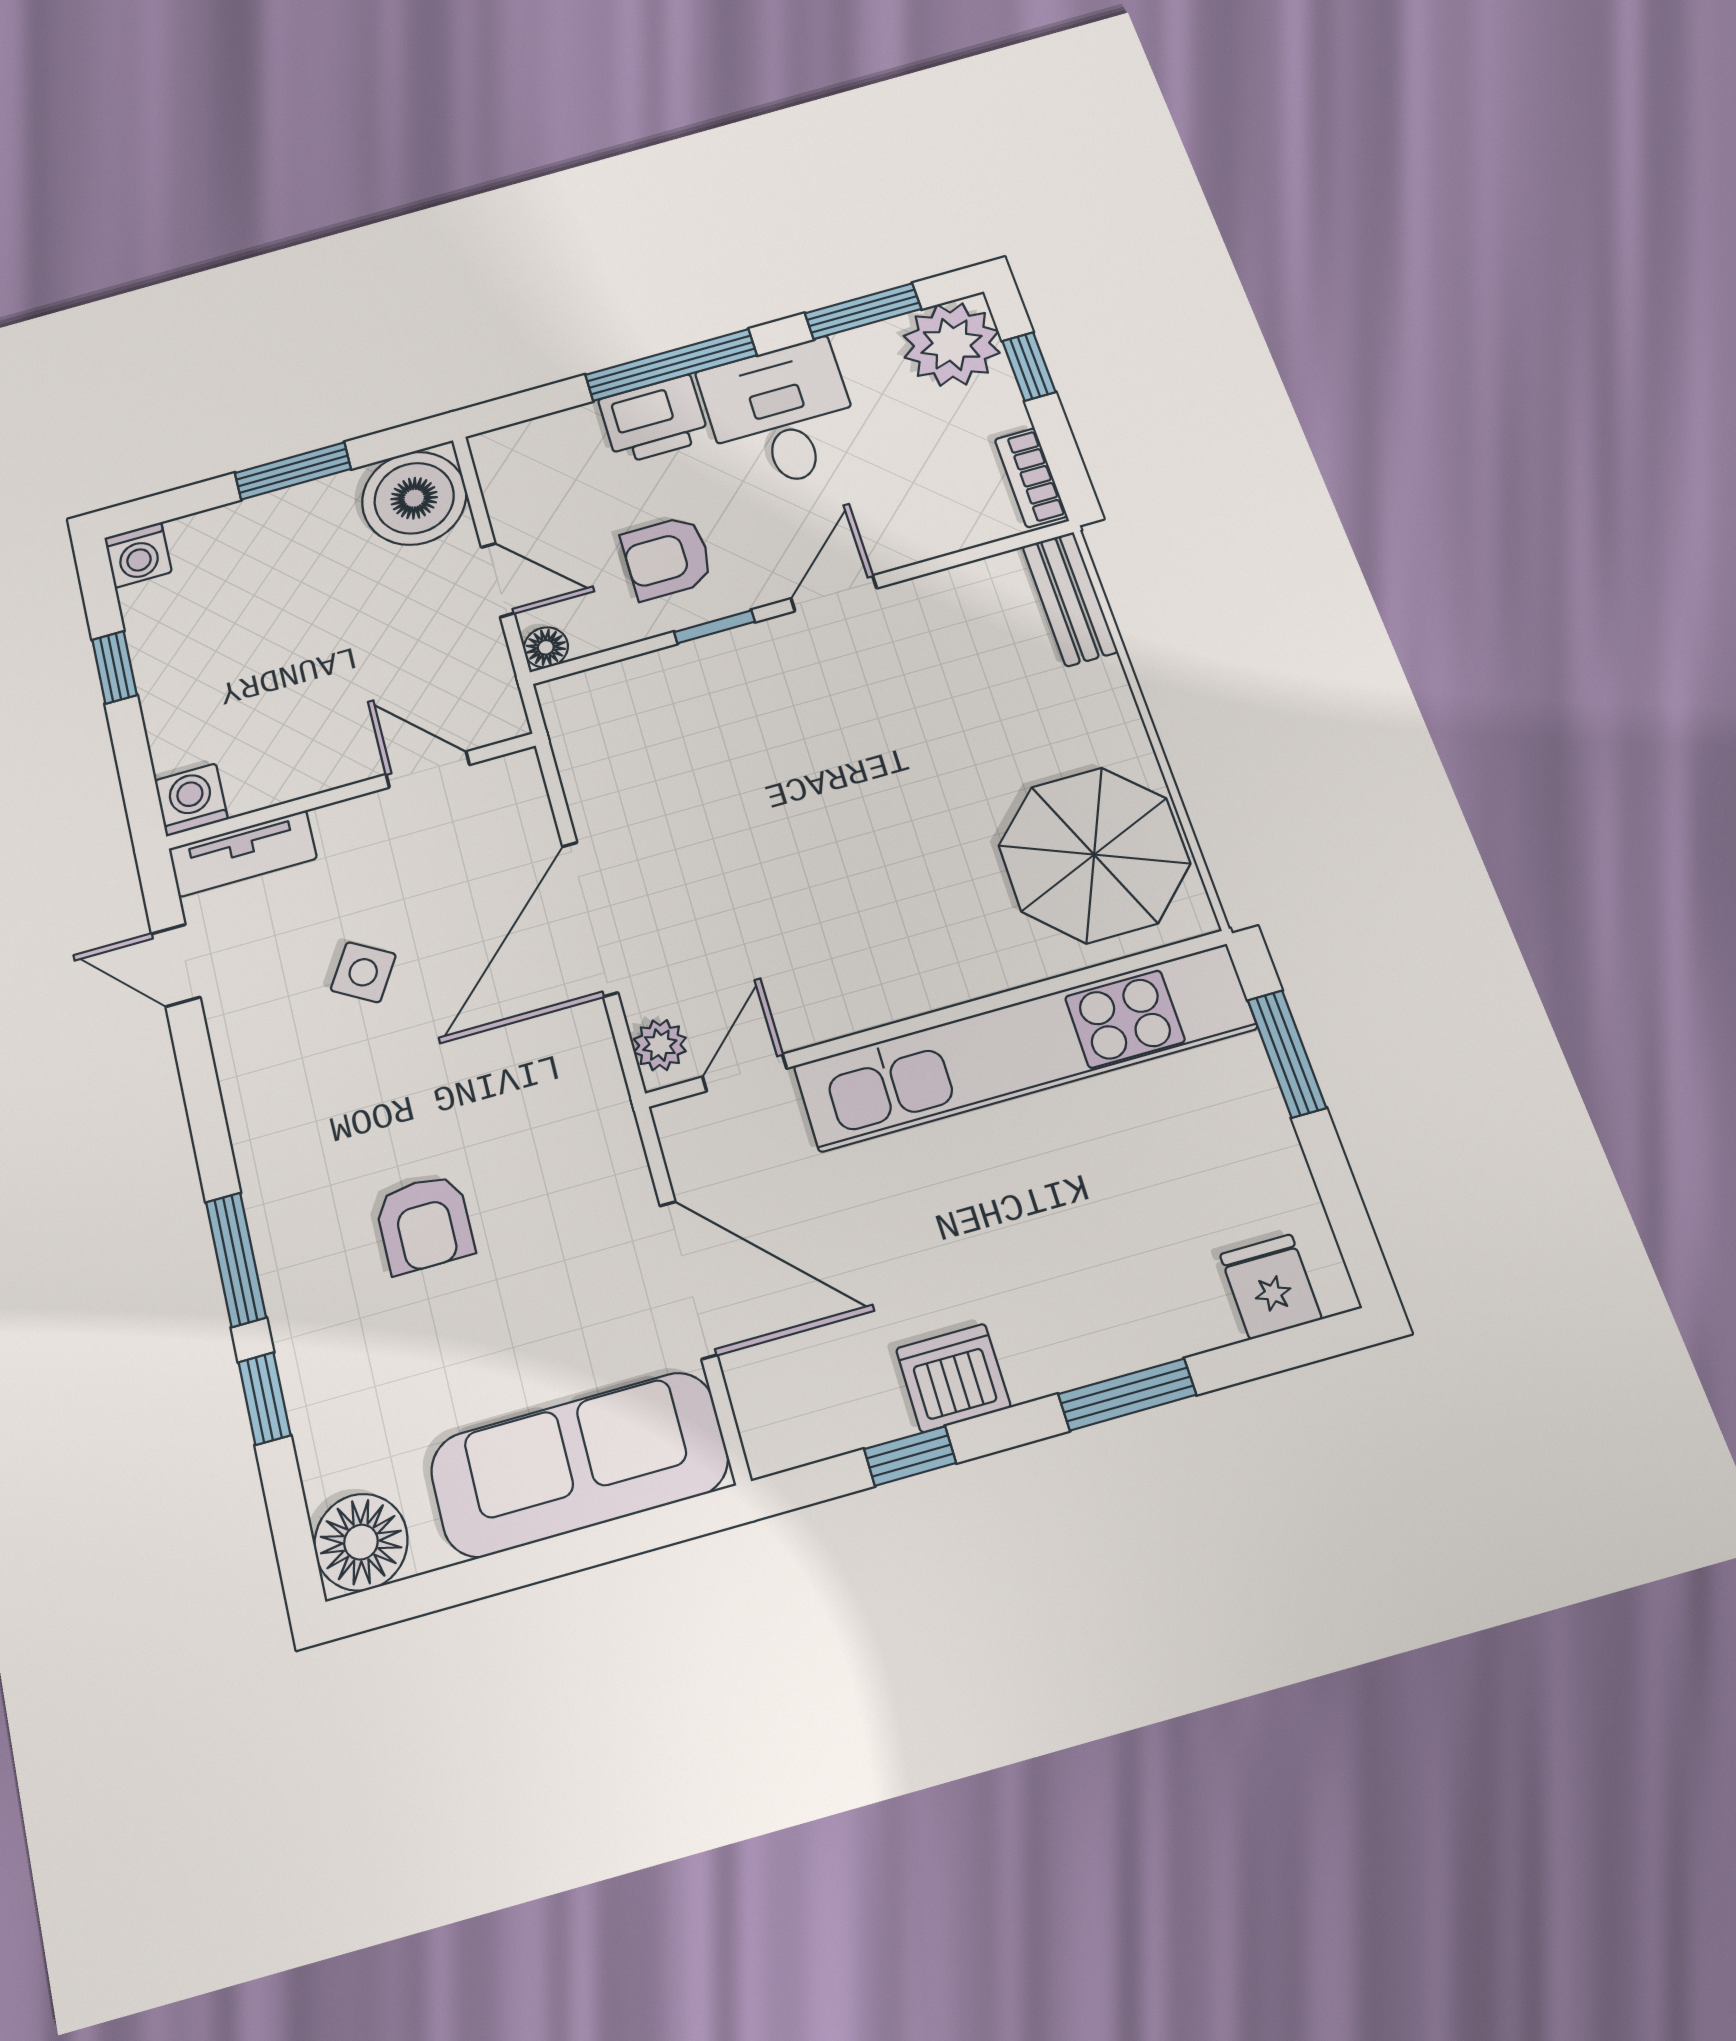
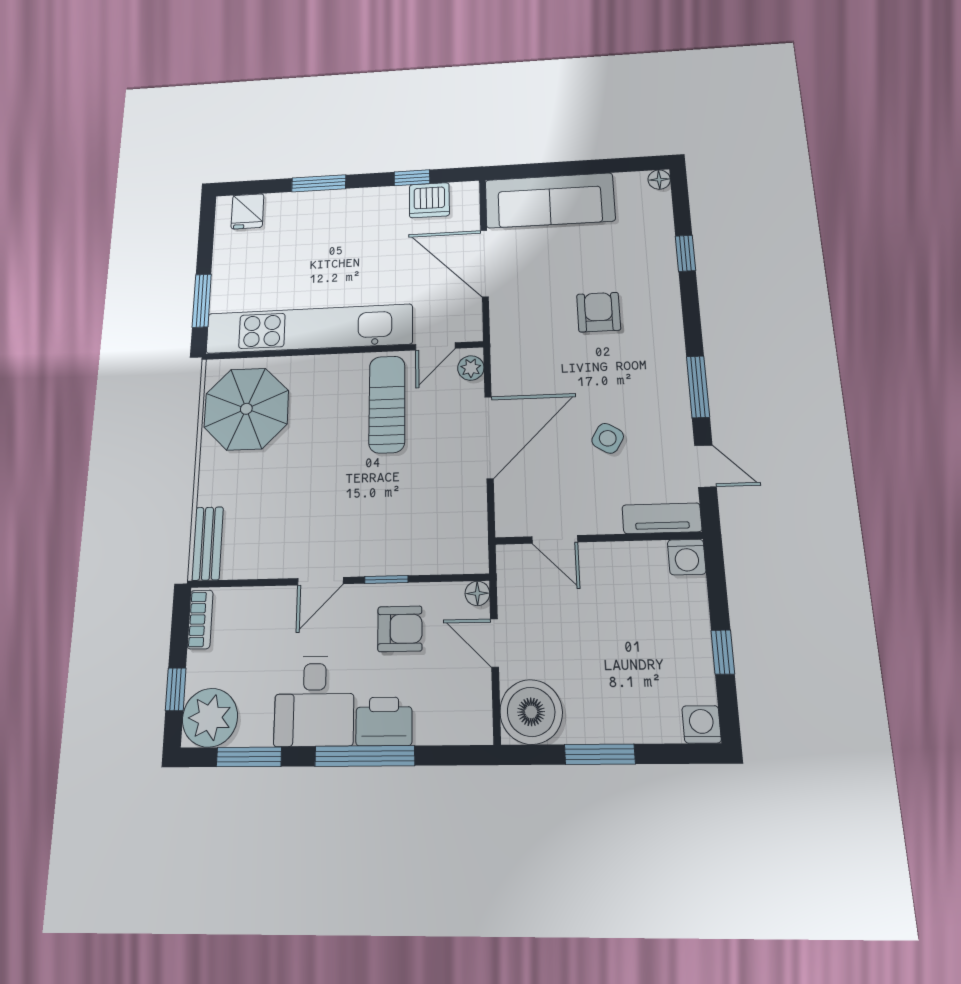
sun lounger: (809, 933) -> (387, 404), added
window: (236, 1260) -> (698, 387), moved
dishwasher: (953, 1378) -> (429, 200), moved
floor lamp: (361, 1542) -> (659, 180), width x0.53, depth x0.53

